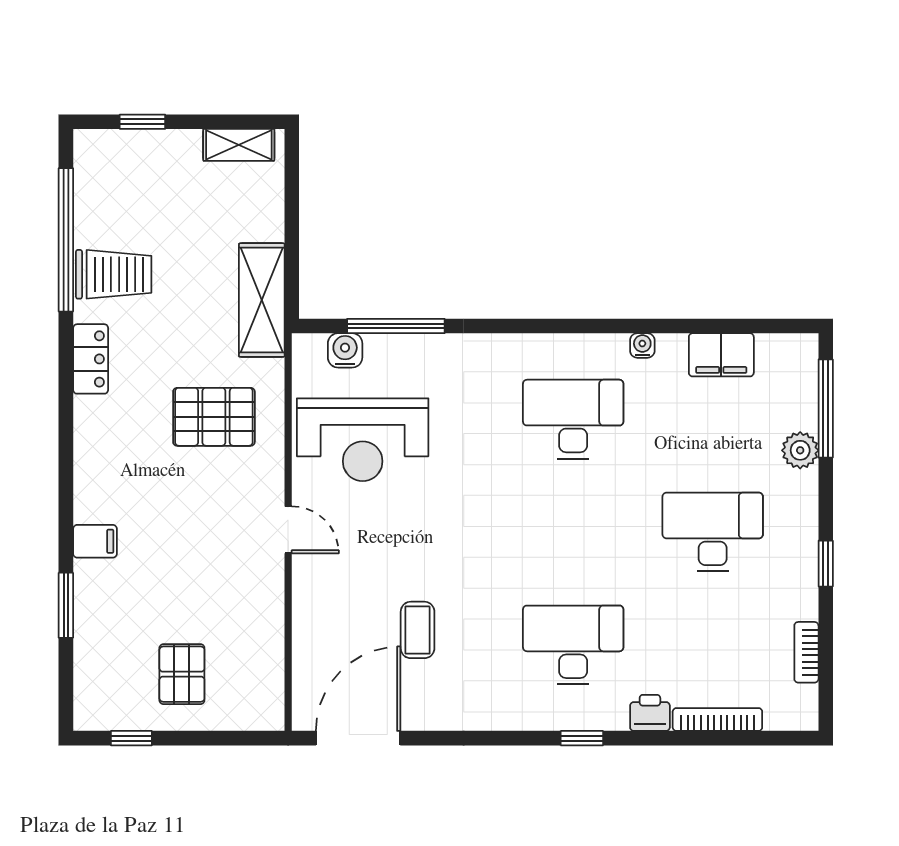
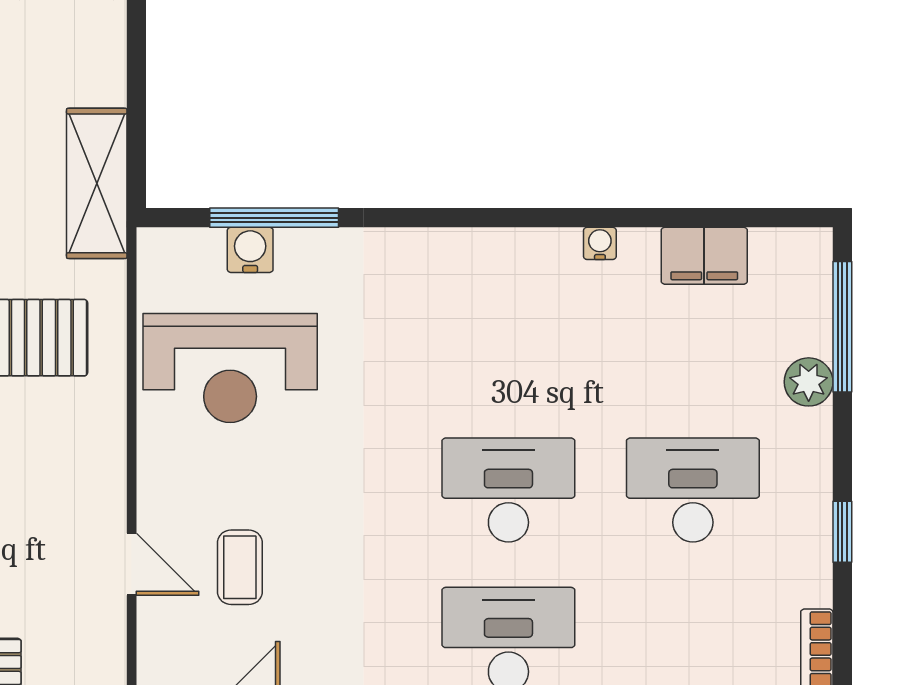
water cooler: (345, 350) -> (250, 250), moved
desk: (573, 419) -> (508, 490), moved
door: (288, 530) -> (132, 564), moved
coffee table: (418, 630) -> (240, 567), moved

